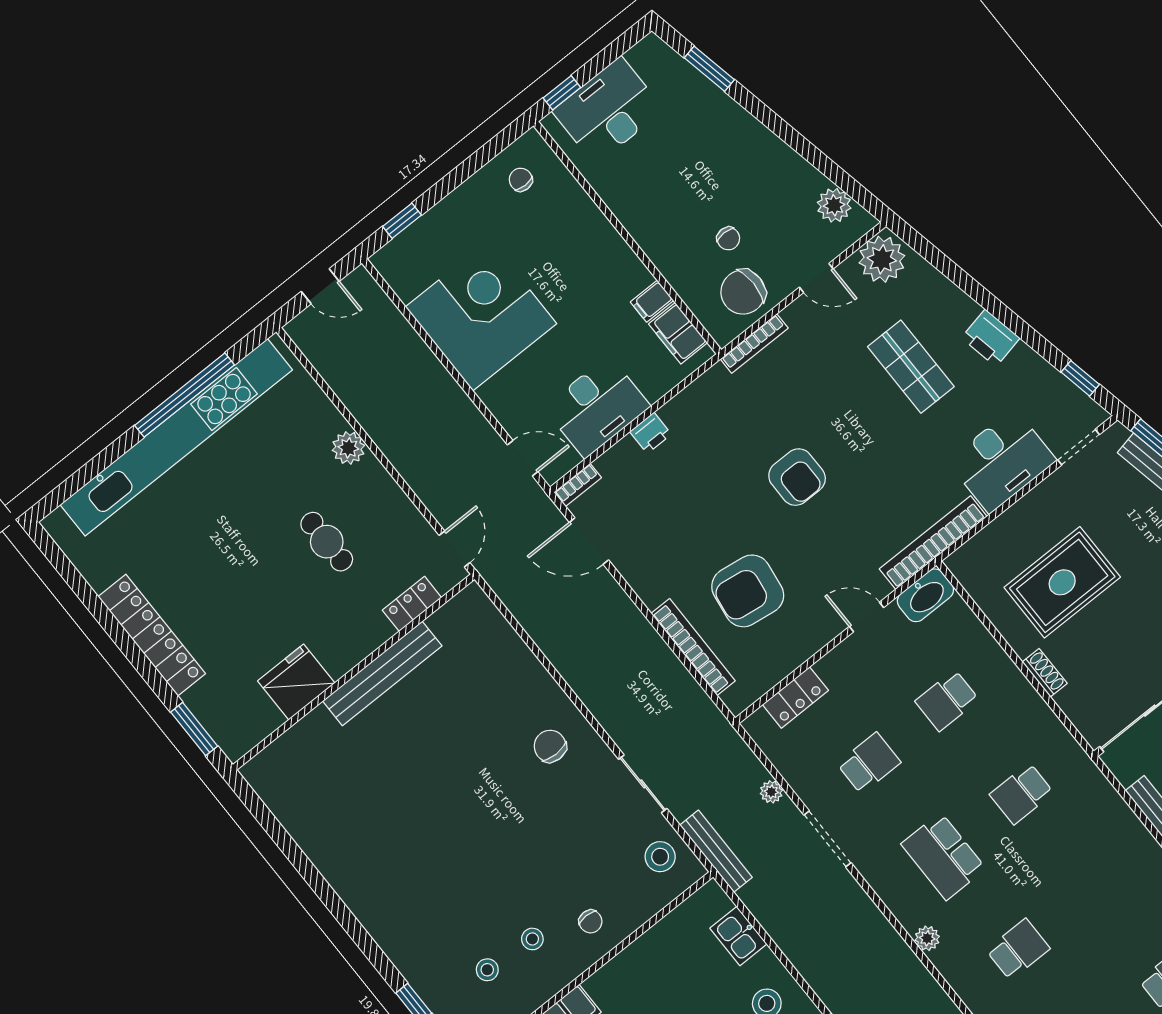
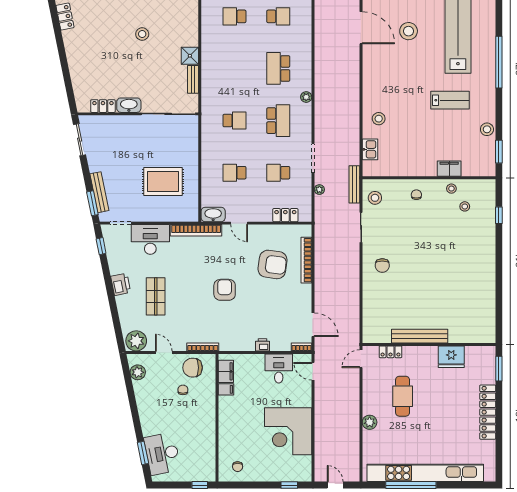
desk: (608, 111) -> (162, 454), moved, turned 79
chair: (743, 292) -> (193, 368), turned 180
desk: (597, 407) -> (279, 368), width x0.73
cafe table: (327, 542) -> (403, 396), width x1.37, depth x1.35
shoe rack: (1045, 673) -> (194, 156), removed
school desk: (947, 700) -> (234, 173), turned 180
stool: (532, 939) -> (451, 189), moved
school desk: (1018, 949) -> (278, 68), width x1.85

